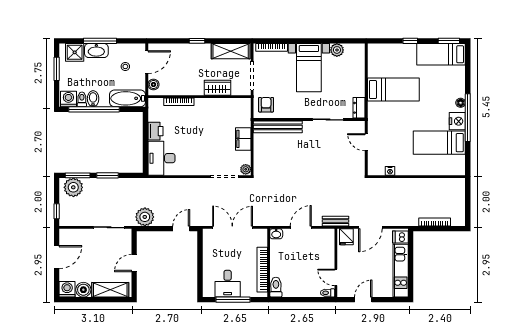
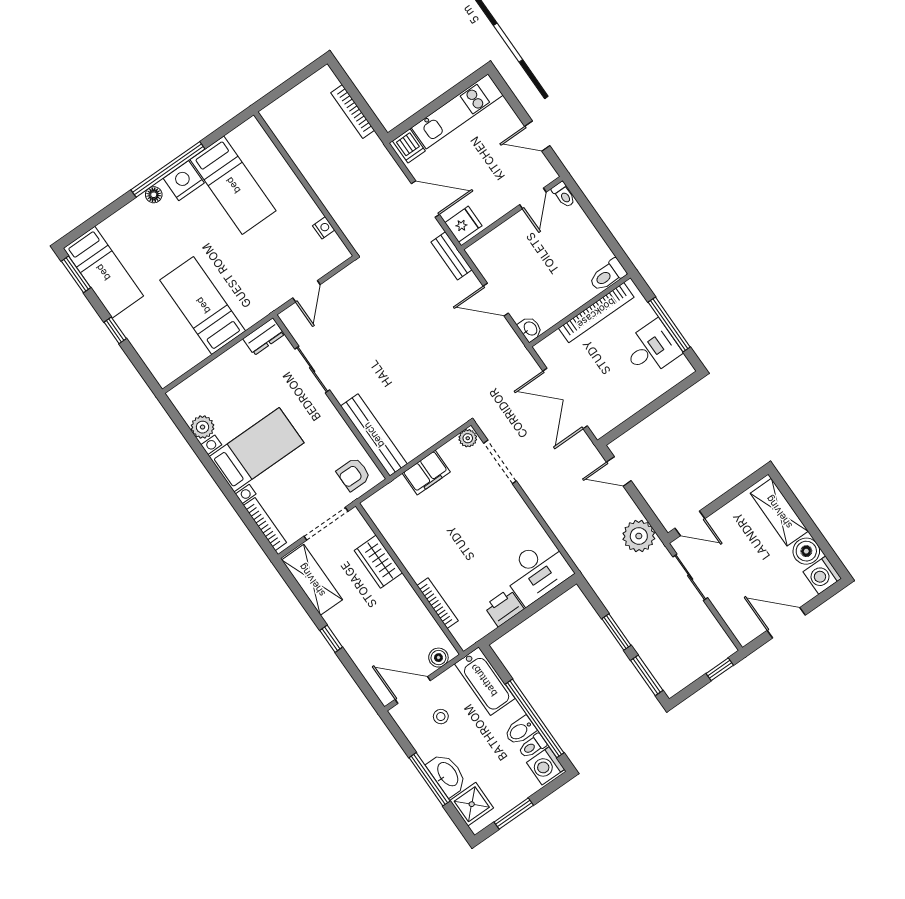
plant: (73, 187) -> (668, 669), removed
door: (134, 263) -> (690, 523), moved

